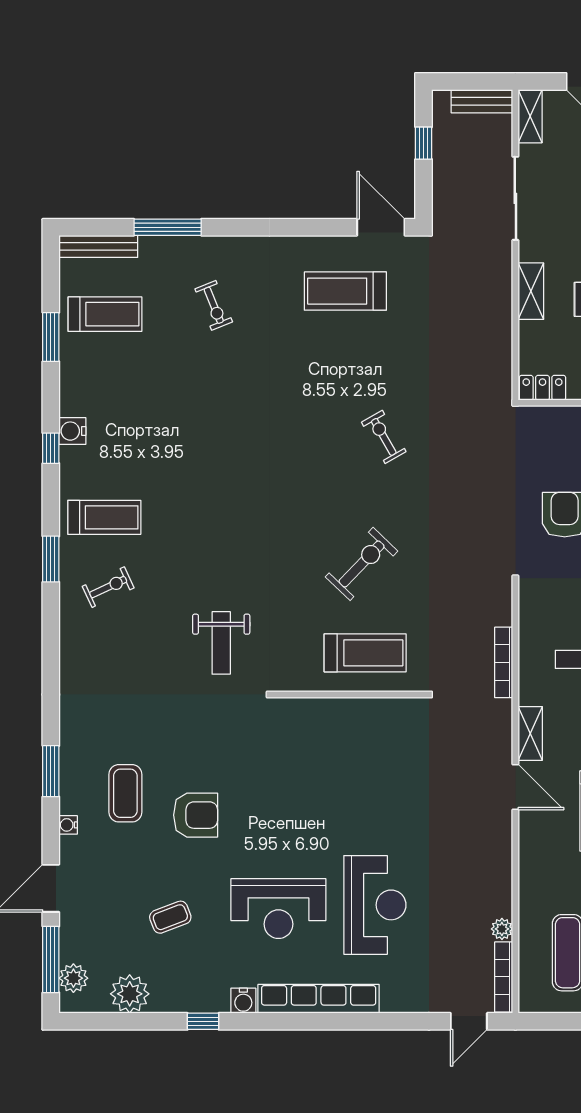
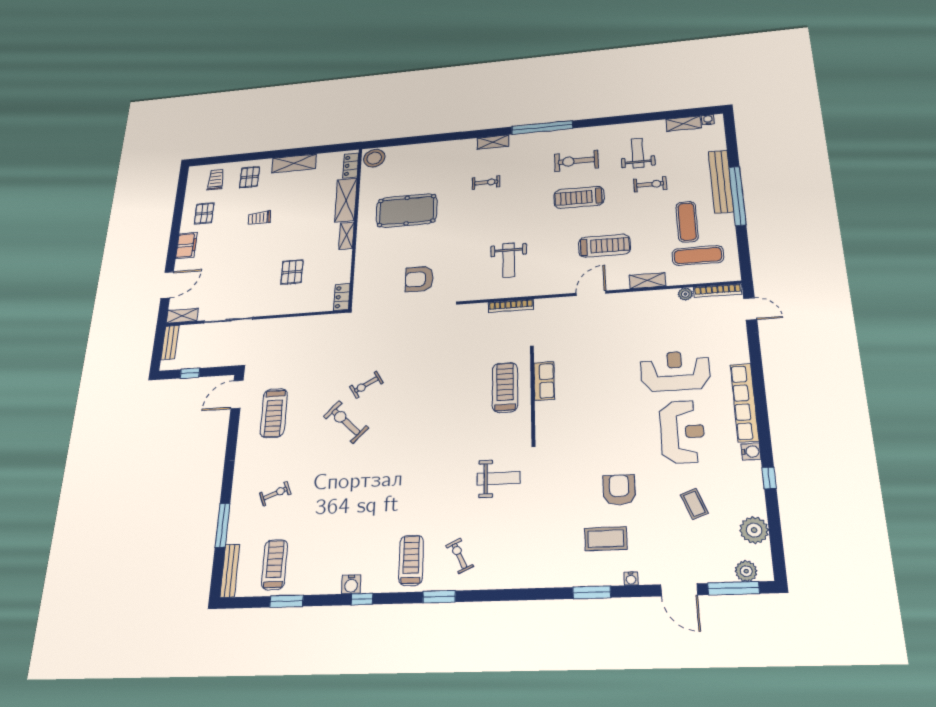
shelving: (531, 291) -> (284, 308), removed
exercise bike: (362, 564) -> (346, 422), moved
row of seats: (372, 712) -> (544, 381), added
shelving: (530, 733) -> (647, 281), moved

